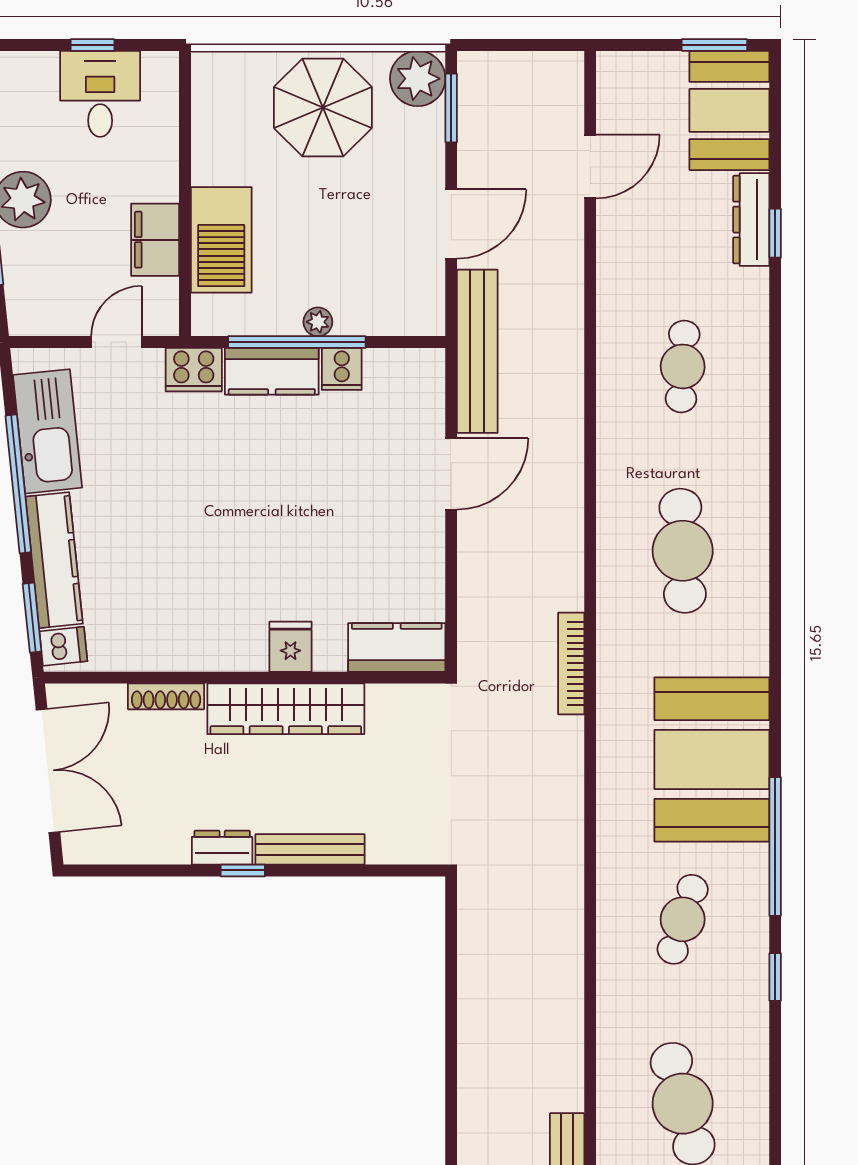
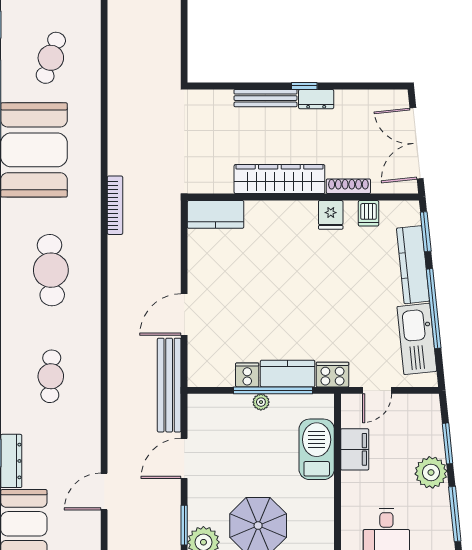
dishwasher: (63, 646) -> (369, 213), moved, turned -84
fridge: (290, 647) -> (331, 215), moved

